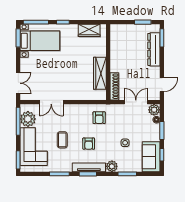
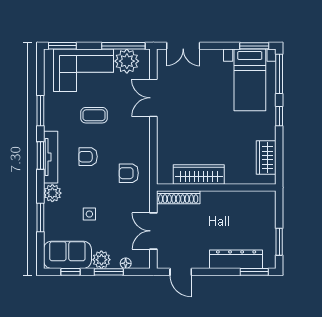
double door: (136, 102) -> (153, 231), swing flipped
plant: (154, 110) -> (101, 260), moved

